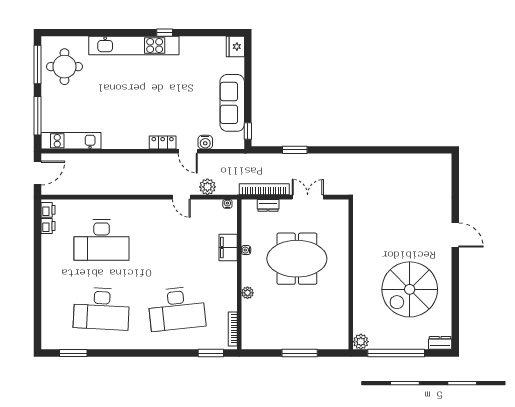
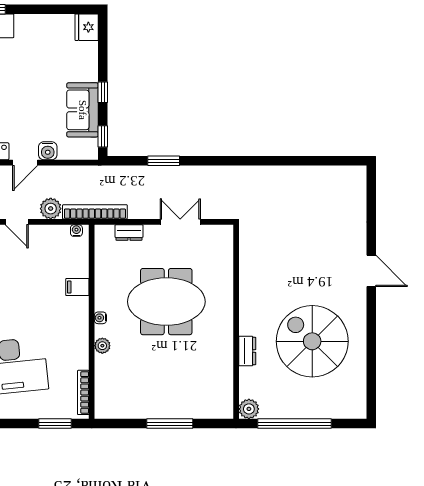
window: (248, 97) -> (103, 92), added
sofa: (232, 103) -> (83, 110), width x0.73
door: (188, 151) -> (25, 163), hinge flipped
bookcase: (264, 189) -> (95, 212), moved
filing cabinet: (228, 247) -> (77, 287), width x0.50
water cooler: (246, 250) -> (100, 318), moved
spiral stairs: (410, 289) -> (312, 341), turned 90
dresser: (440, 343) -> (247, 351), moved, turned 90

